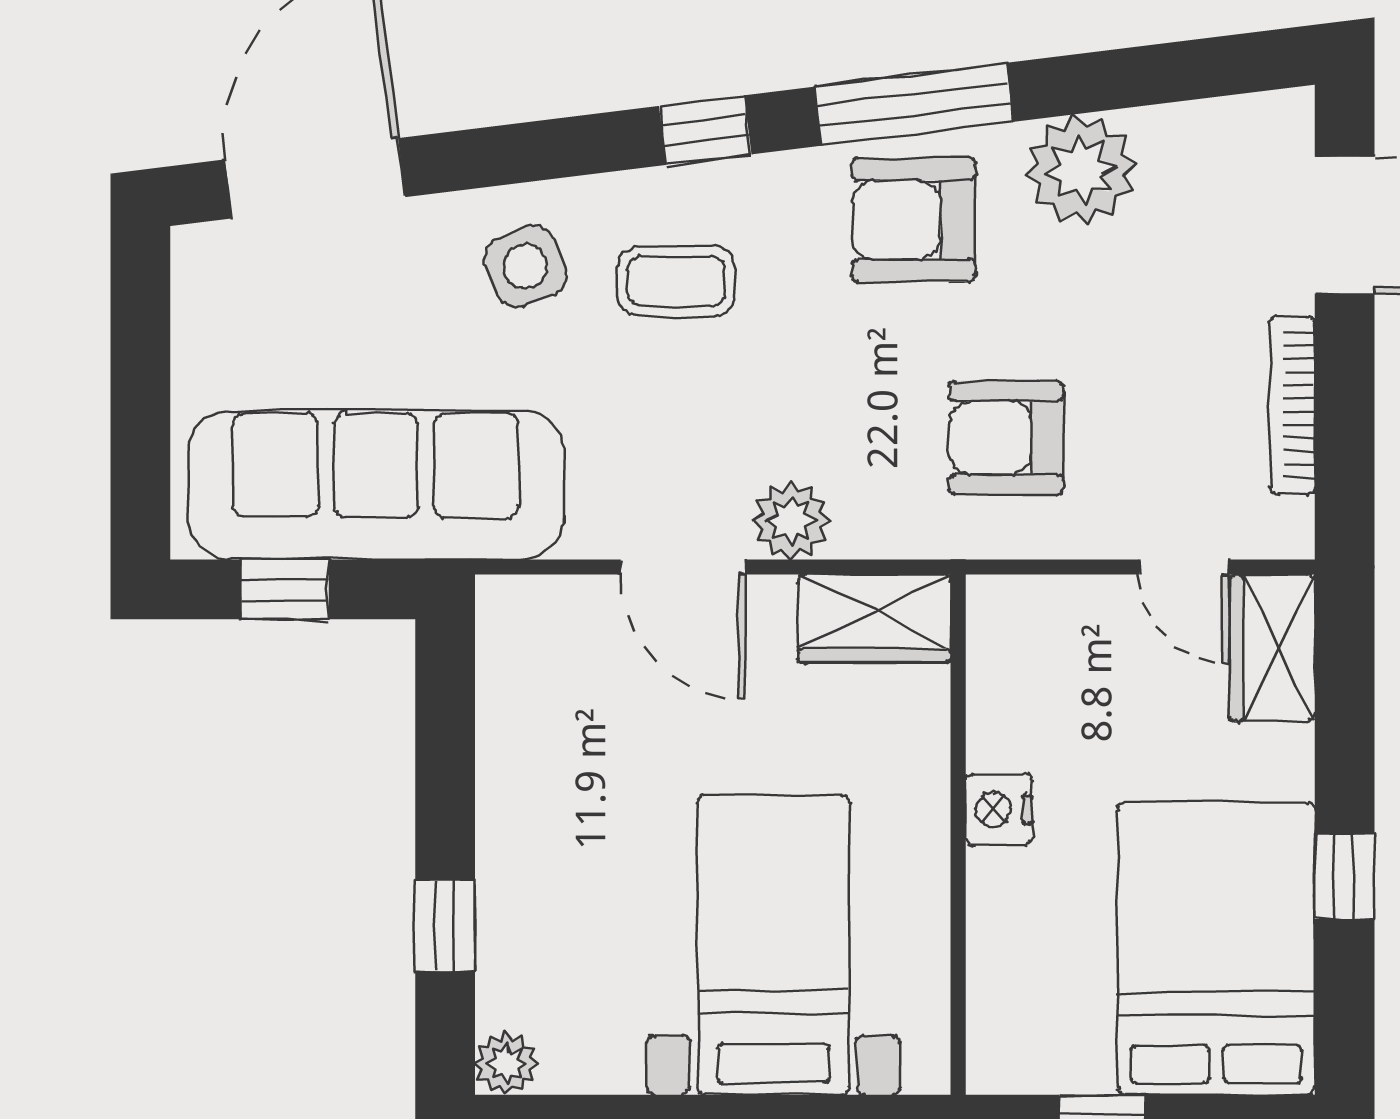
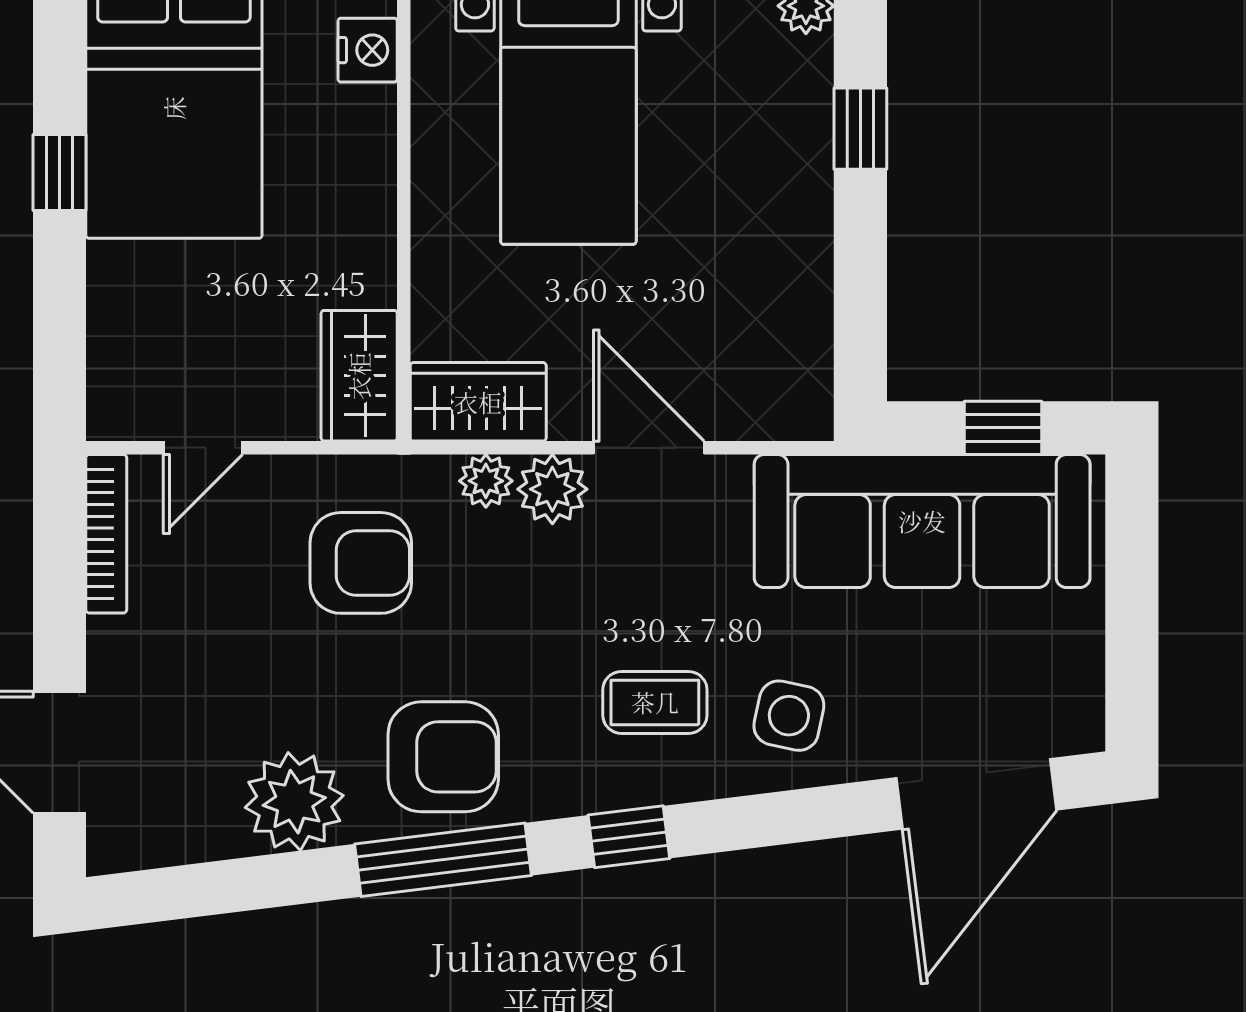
side table: (525, 266) -> (789, 716), turned 33
bookcase: (1292, 405) -> (106, 534), moved
plant: (866, 530) -> (486, 481), added
door: (1184, 567) -> (203, 448), swing flipped
wardrobe: (1272, 648) -> (359, 376), moved, turned 180
nightstand: (999, 809) -> (368, 50), moved

